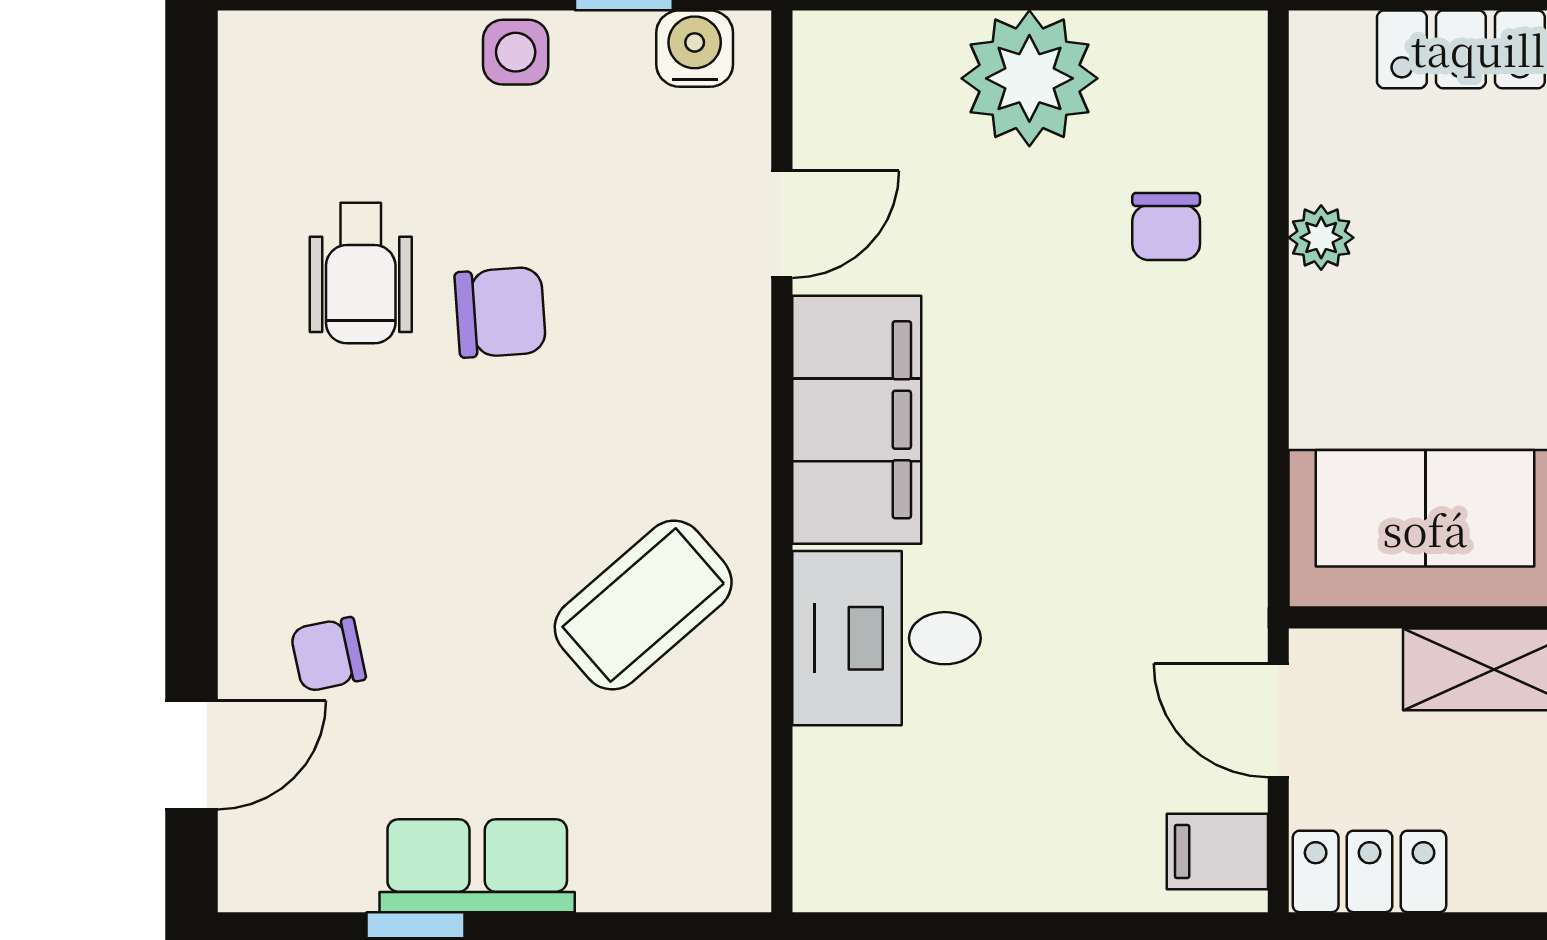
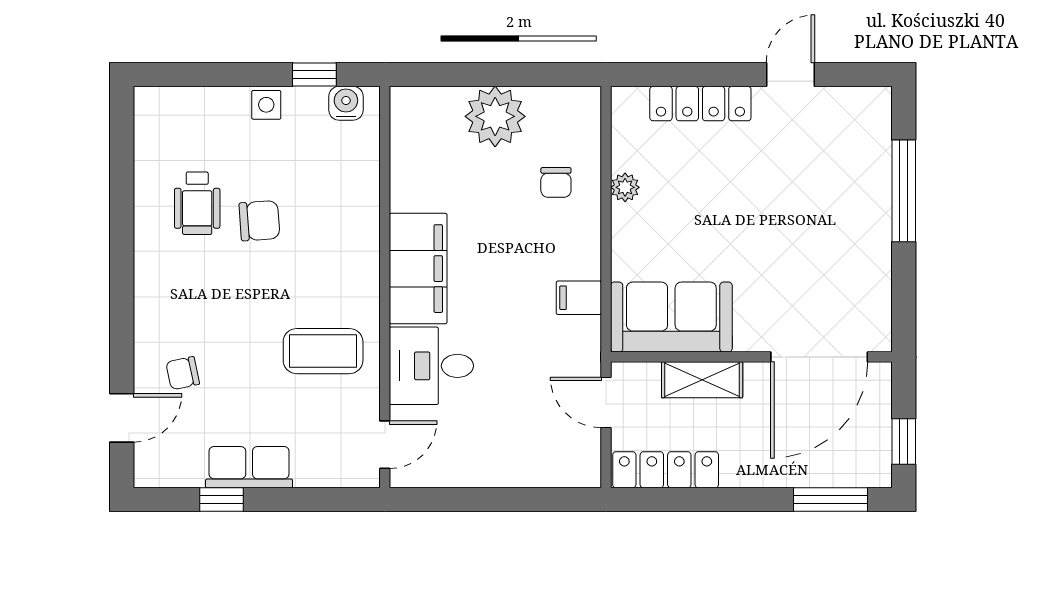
door: (782, 224) -> (385, 445), moved
coffee table: (643, 605) -> (323, 351), turned 41
filing cabinet: (1217, 851) -> (579, 298), moved
locker: (1370, 871) -> (666, 470), width x1.53

